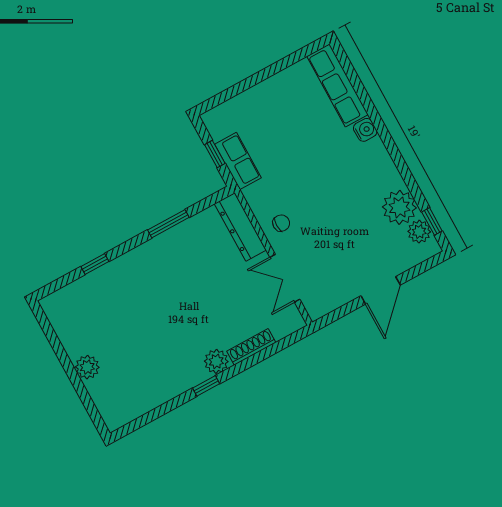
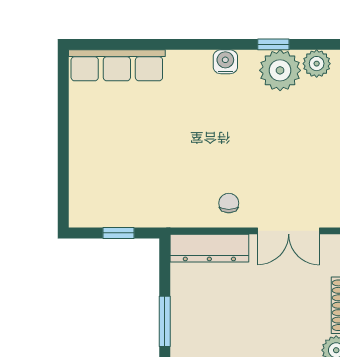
water cooler: (365, 130) -> (225, 62), moved
row of seats: (238, 161) -> (139, 213), removed
window: (432, 221) -> (273, 44), moved

